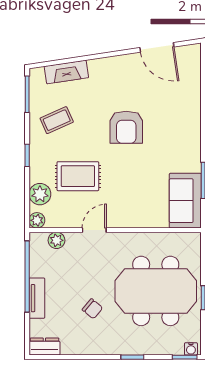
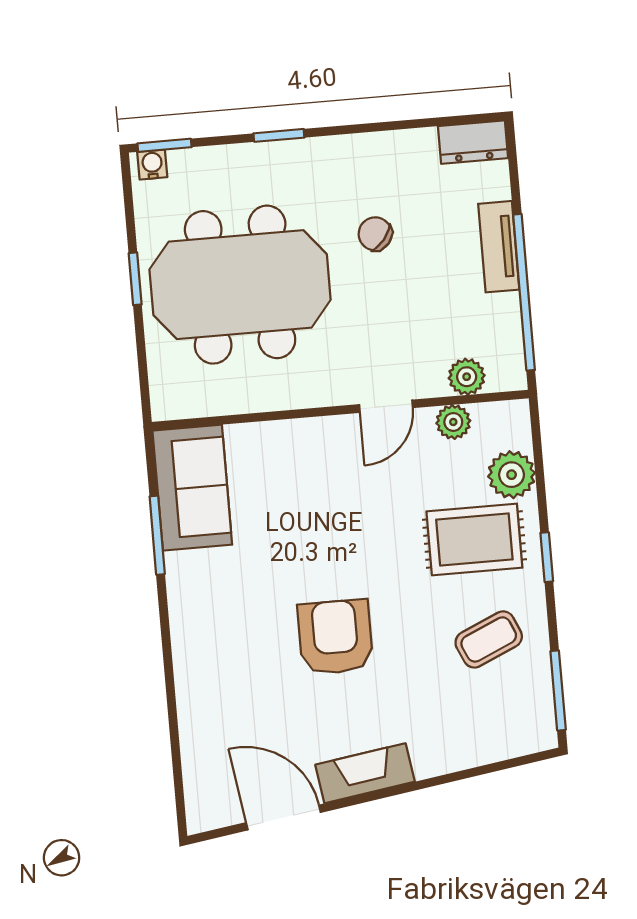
fireplace: (66, 72) -> (365, 773), moved
rug: (78, 176) -> (474, 539), moved
plant: (37, 220) -> (453, 422), moved

